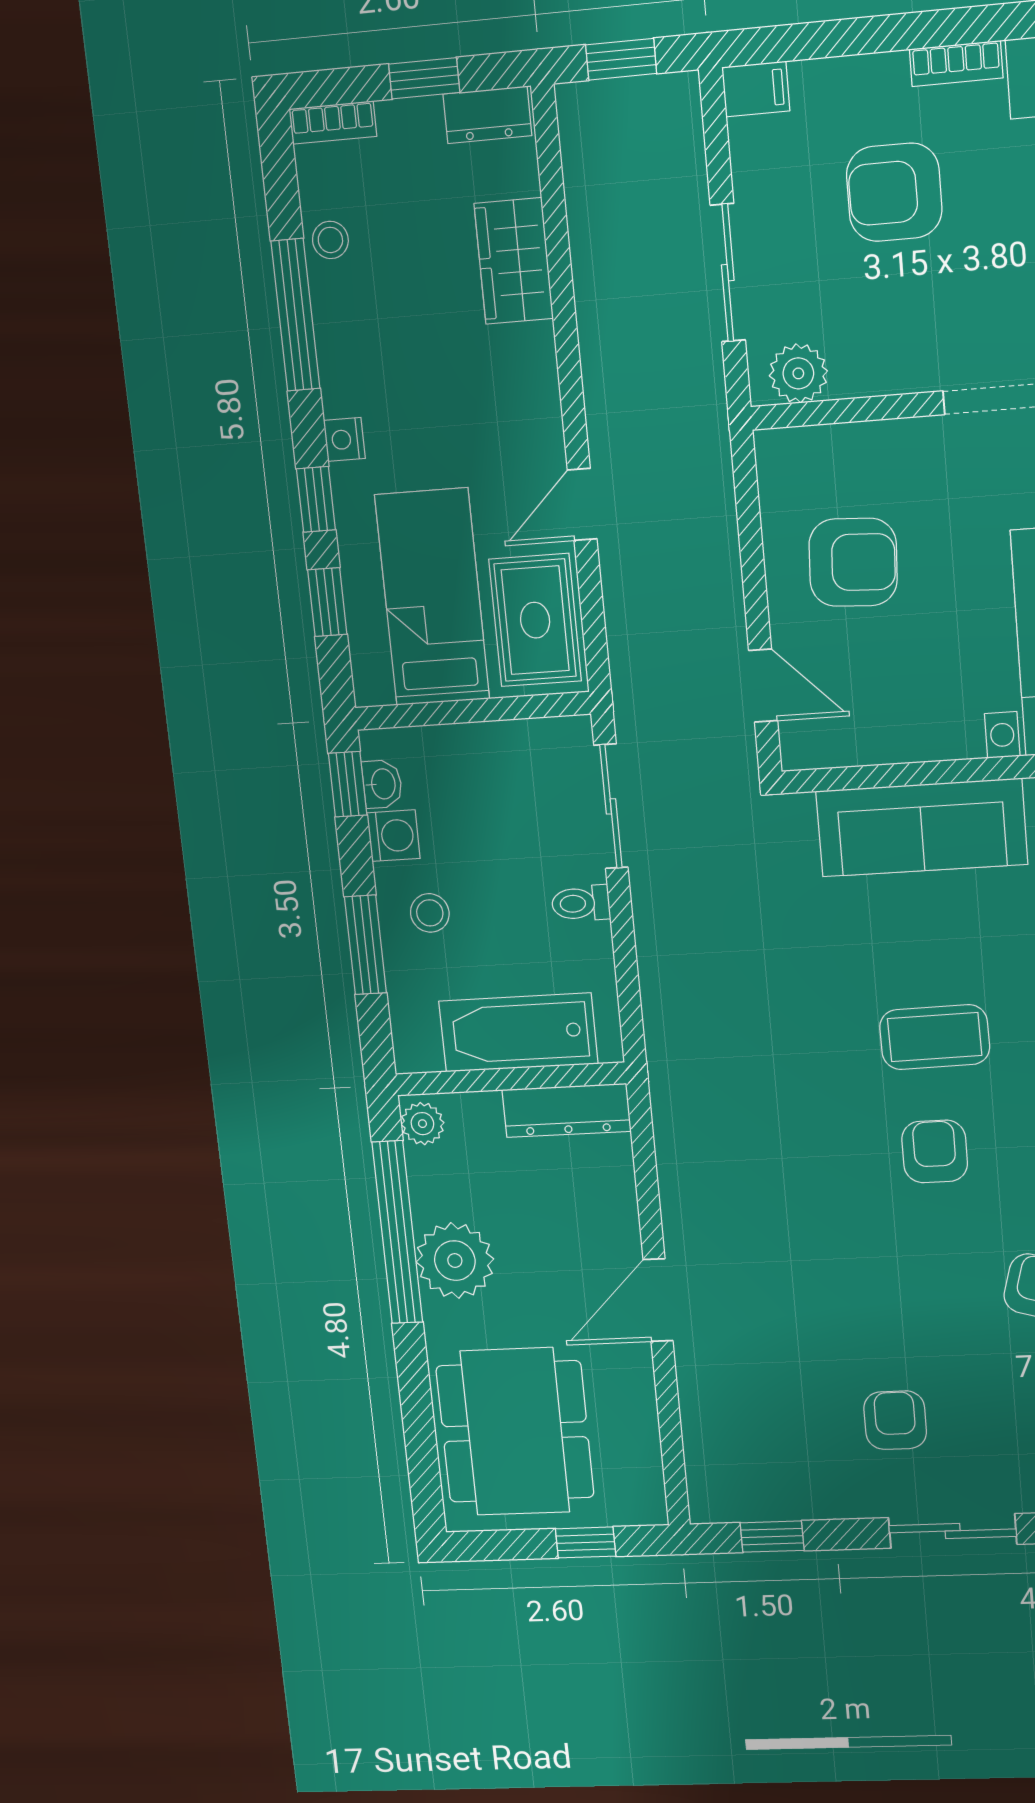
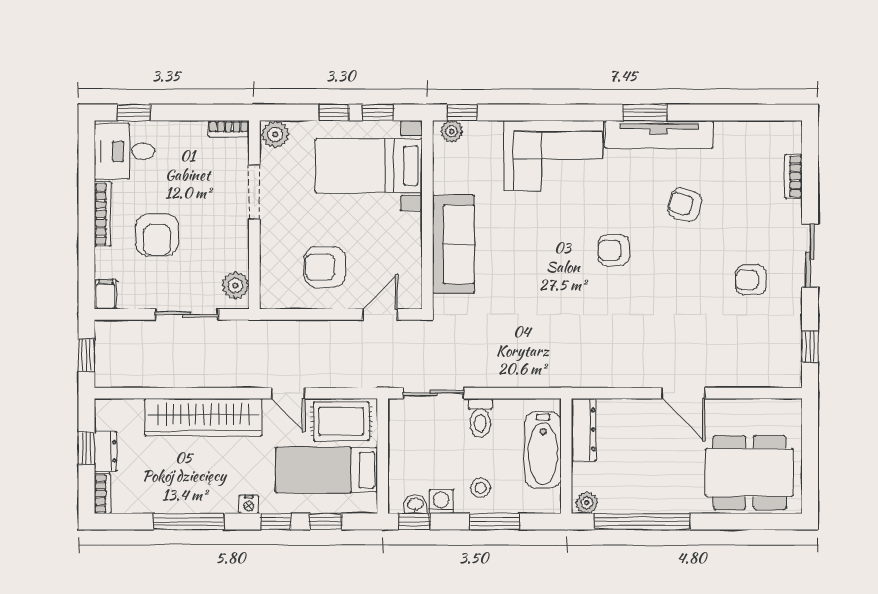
bookcase: (956, 64) -> (103, 214), width x1.56
dresser: (487, 115) -> (106, 451), moved
stool: (330, 240) -> (156, 501), removed
wardrobe: (514, 261) -> (203, 417), width x2.10, depth x1.17
armchair: (853, 562) -> (325, 267), turned -93
toilet: (581, 903) -> (480, 418), width x1.37, depth x1.39
coffee table: (935, 1037) -> (556, 246), removed
plant: (455, 1261) -> (658, 494), removed
window: (586, 1542) -> (810, 442), removed

